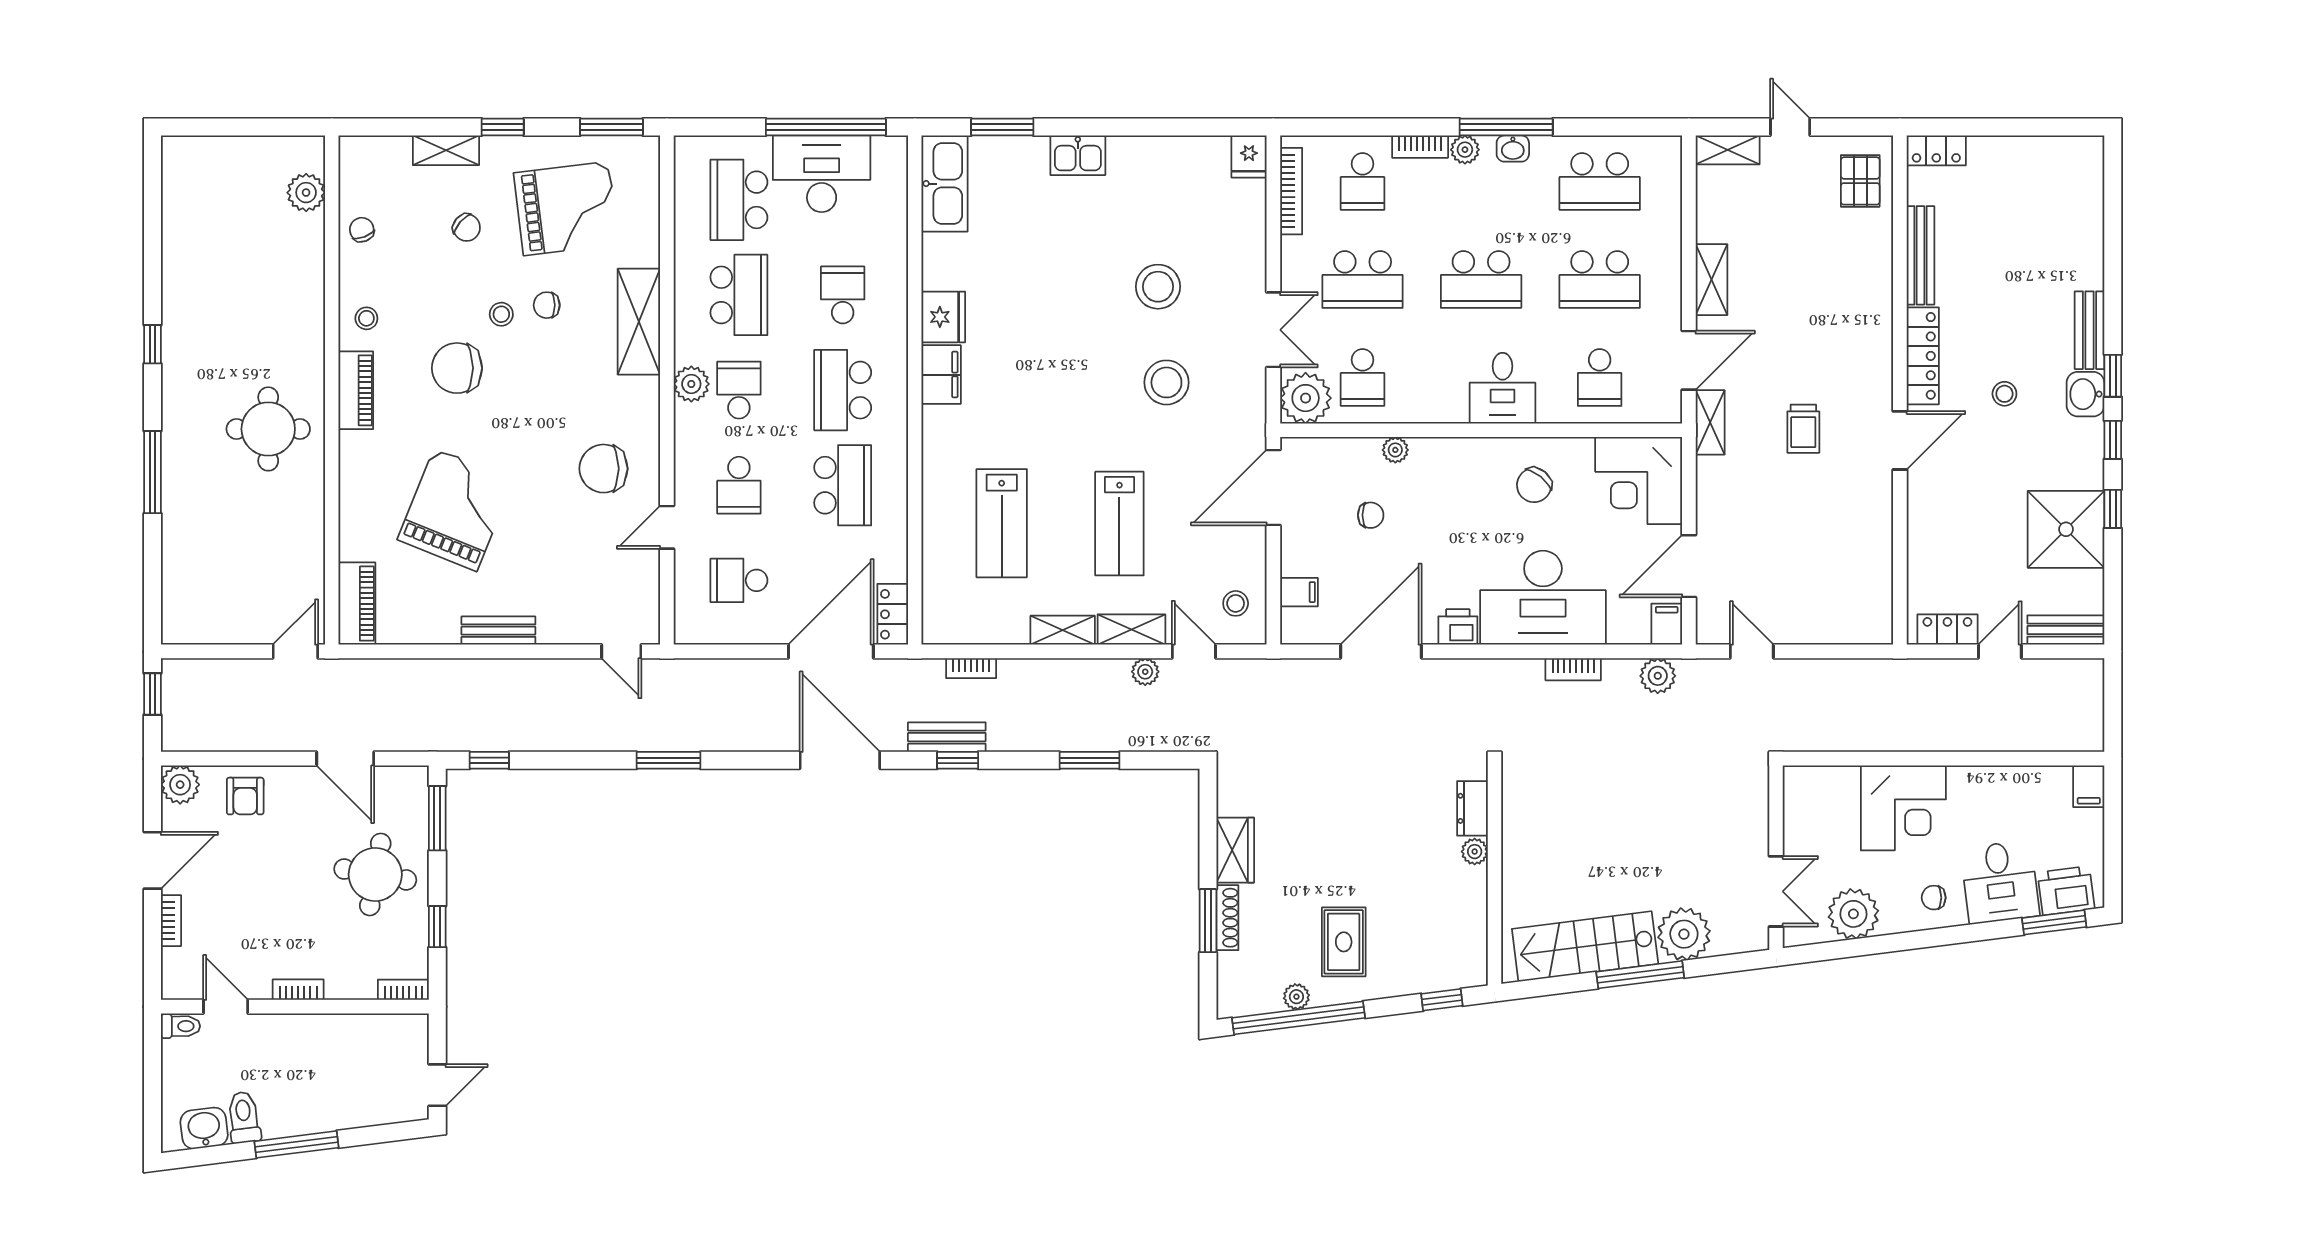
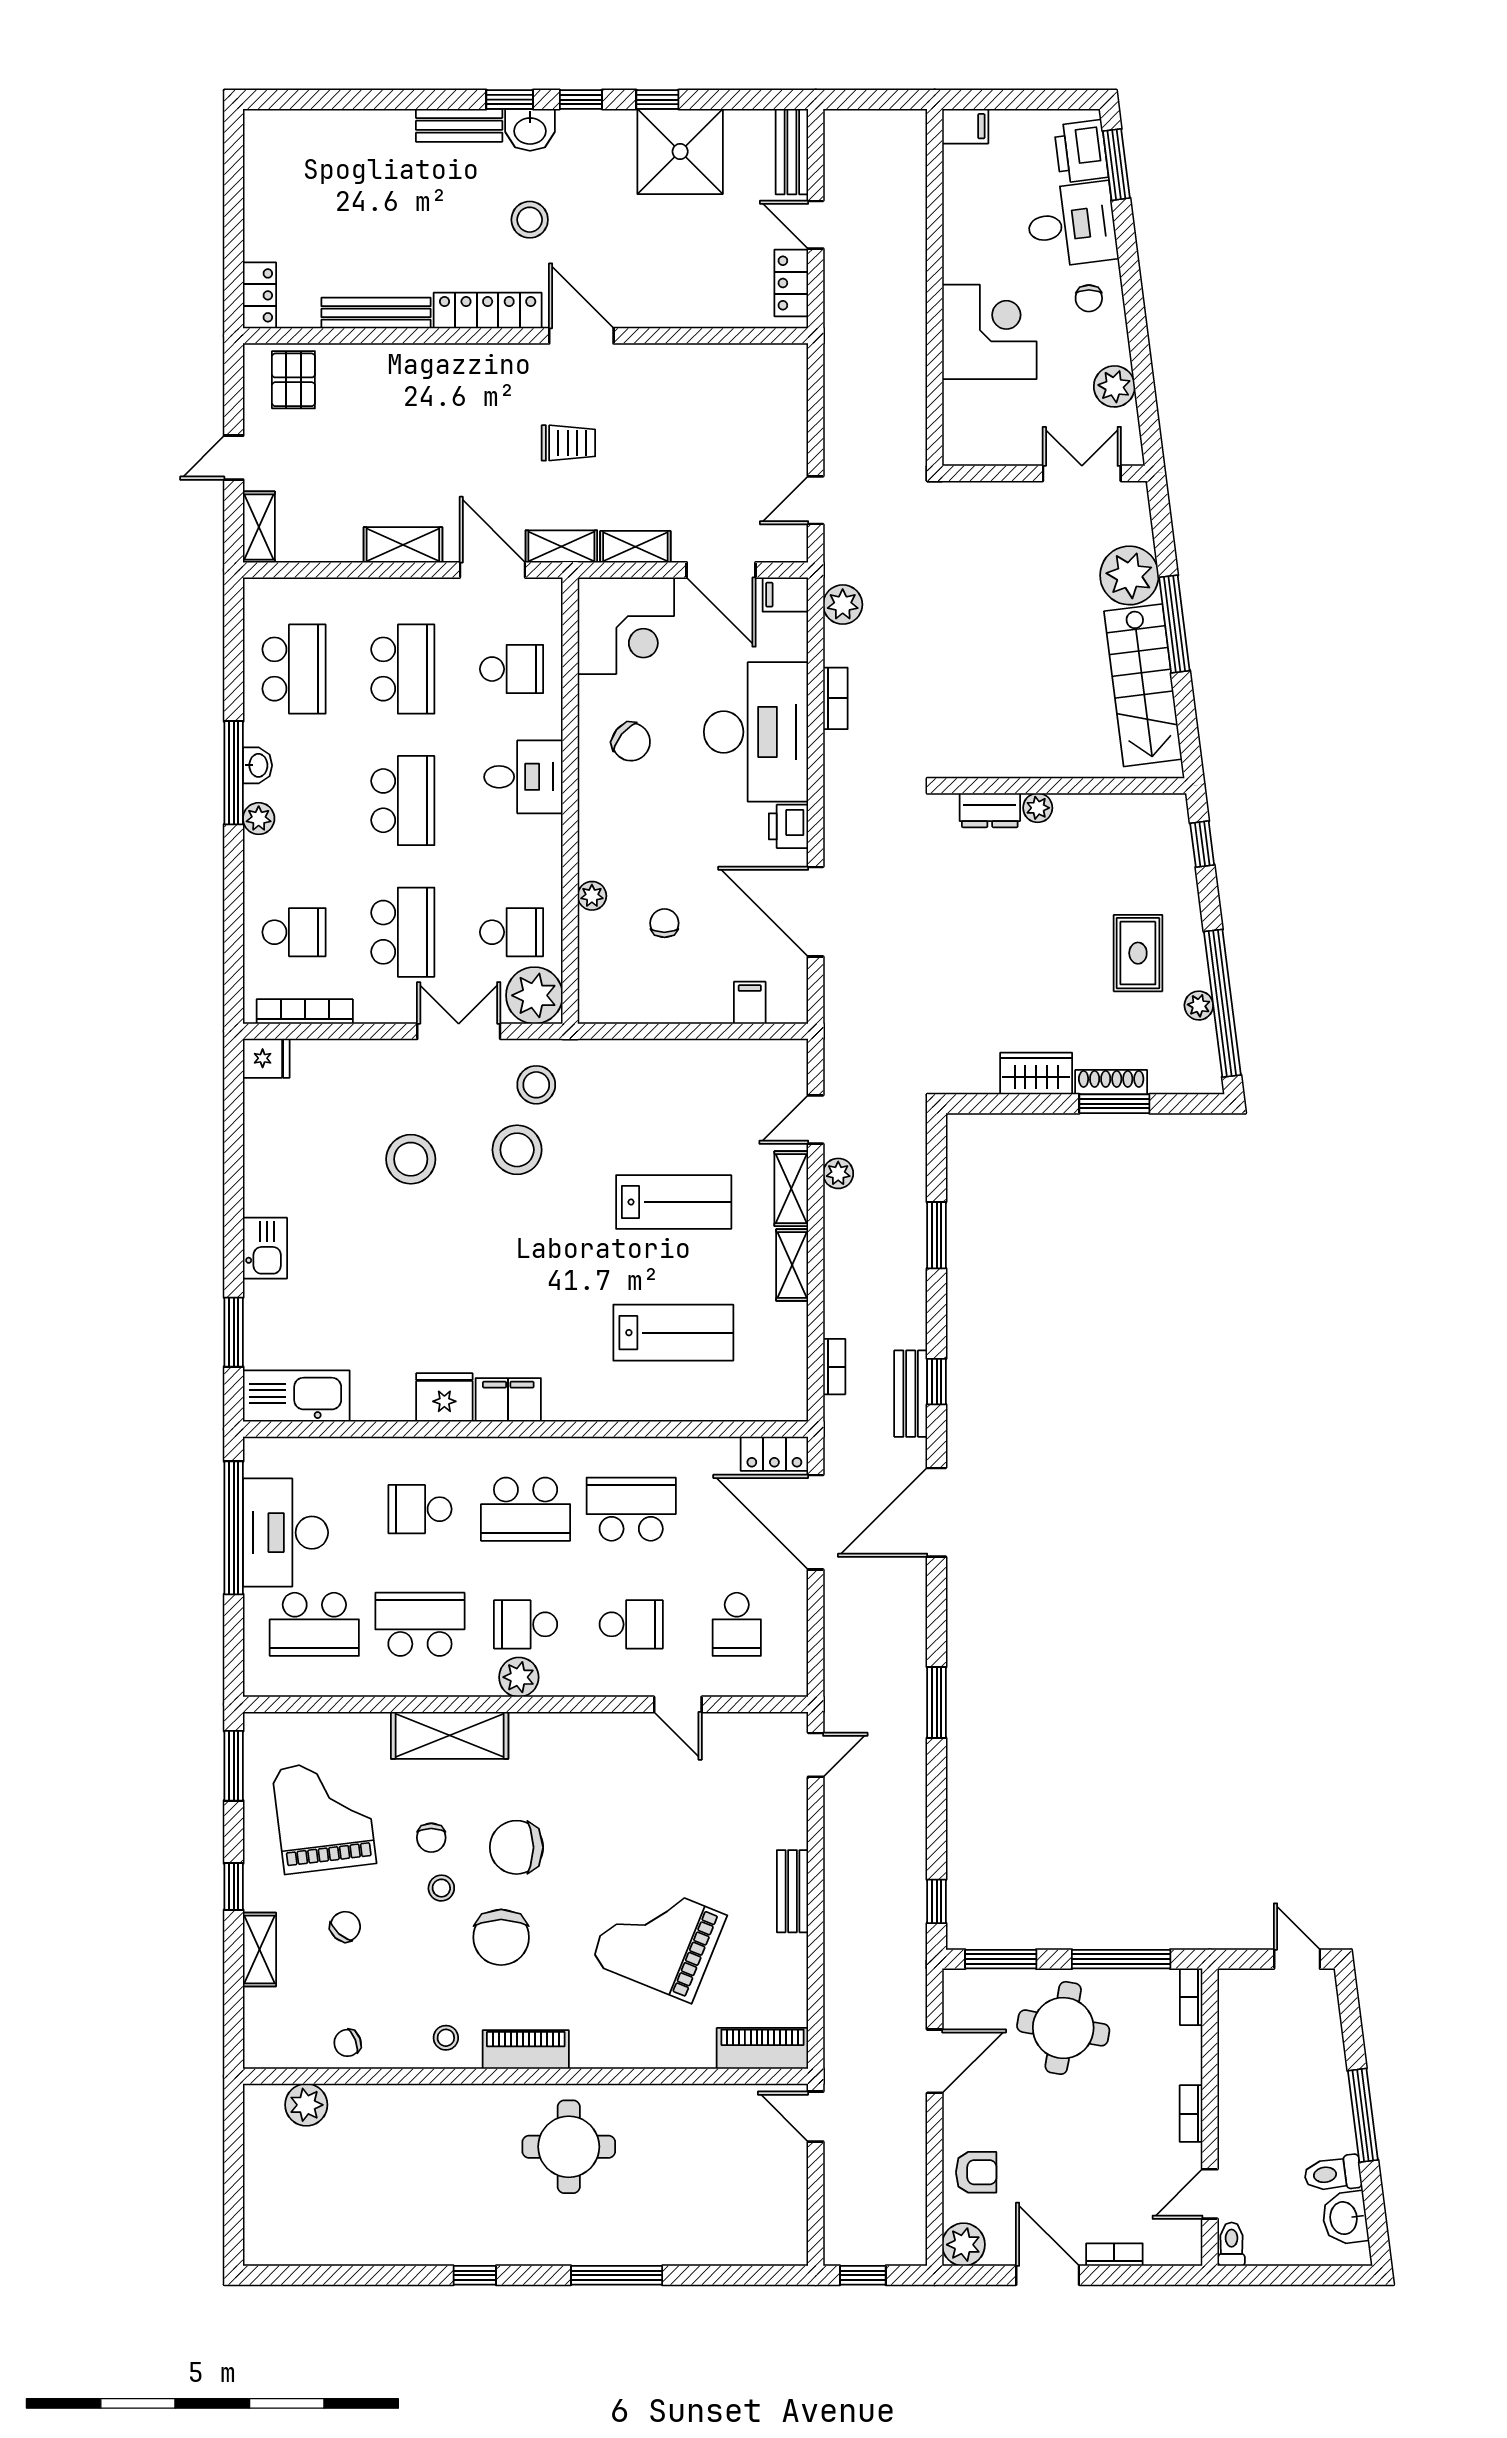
bookcase: (1420, 147) -> (255, 868), removed
pallet: (1860, 181) -> (293, 380), turned 90
stool: (2004, 394) -> (530, 220), width x1.37, depth x1.37
chair: (603, 469) -> (516, 1847), moved, turned 90
door: (1273, 488) -> (634, 1031), removed
shelving: (1710, 489) -> (635, 547), added
stool: (1236, 603) -> (536, 1085), moved, width x1.37, depth x1.37
plant: (1853, 914) -> (1114, 386), width x0.73, depth x0.73
window: (437, 927) -> (1121, 1959), width x2.17
rug: (1344, 942) -> (1138, 953), turned 90

